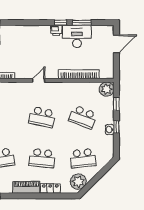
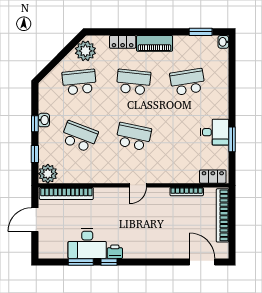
door: (116, 44) -> (35, 220), moved
bookcase: (79, 74) -> (66, 193), moved

